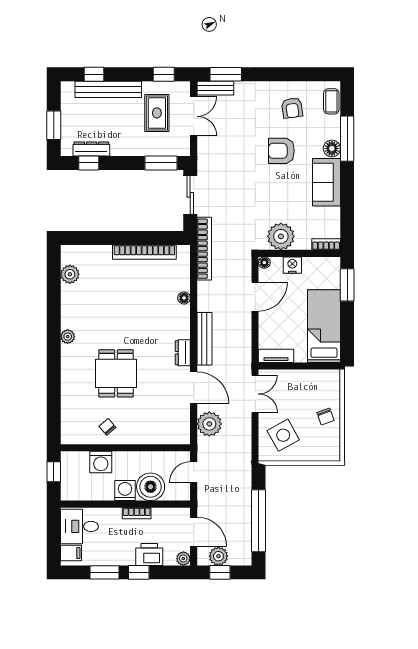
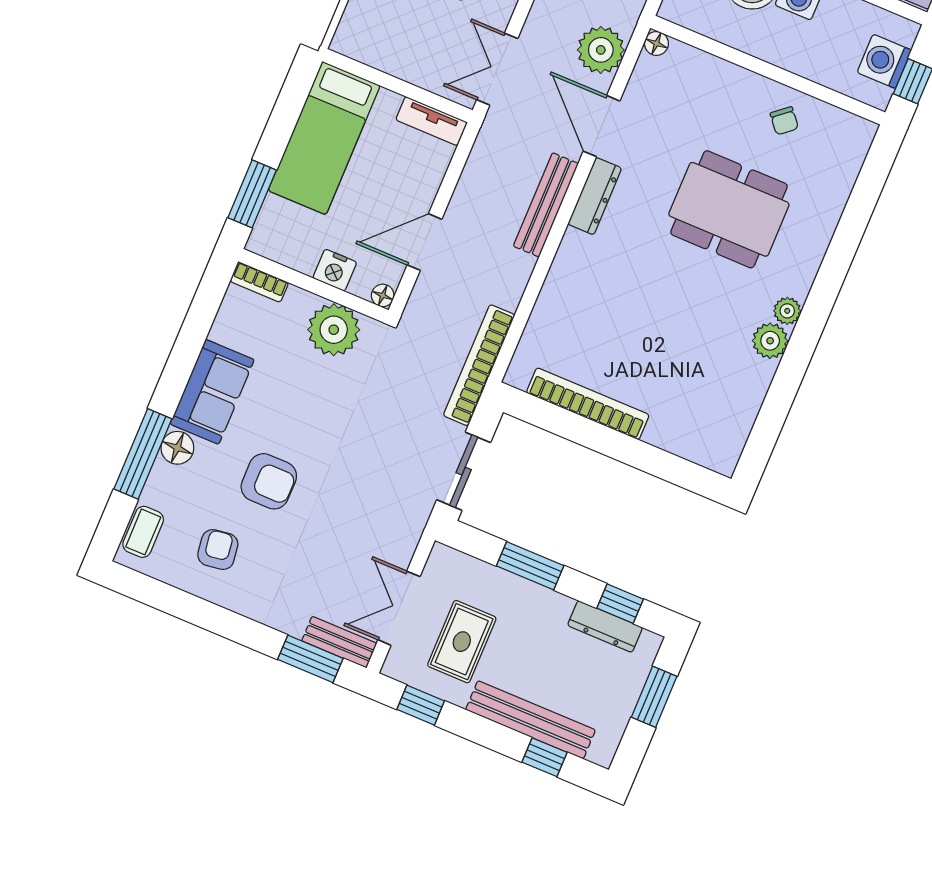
window: (161, 163) -> (530, 566), moved
plant: (70, 274) -> (770, 341), moved
floor lamp: (184, 298) -> (656, 43), moved
dresser: (183, 353) -> (595, 196), width x1.44
dining table: (116, 373) -> (729, 209), width x1.38
washing machine: (101, 462) -> (884, 61), moved, turned -90

